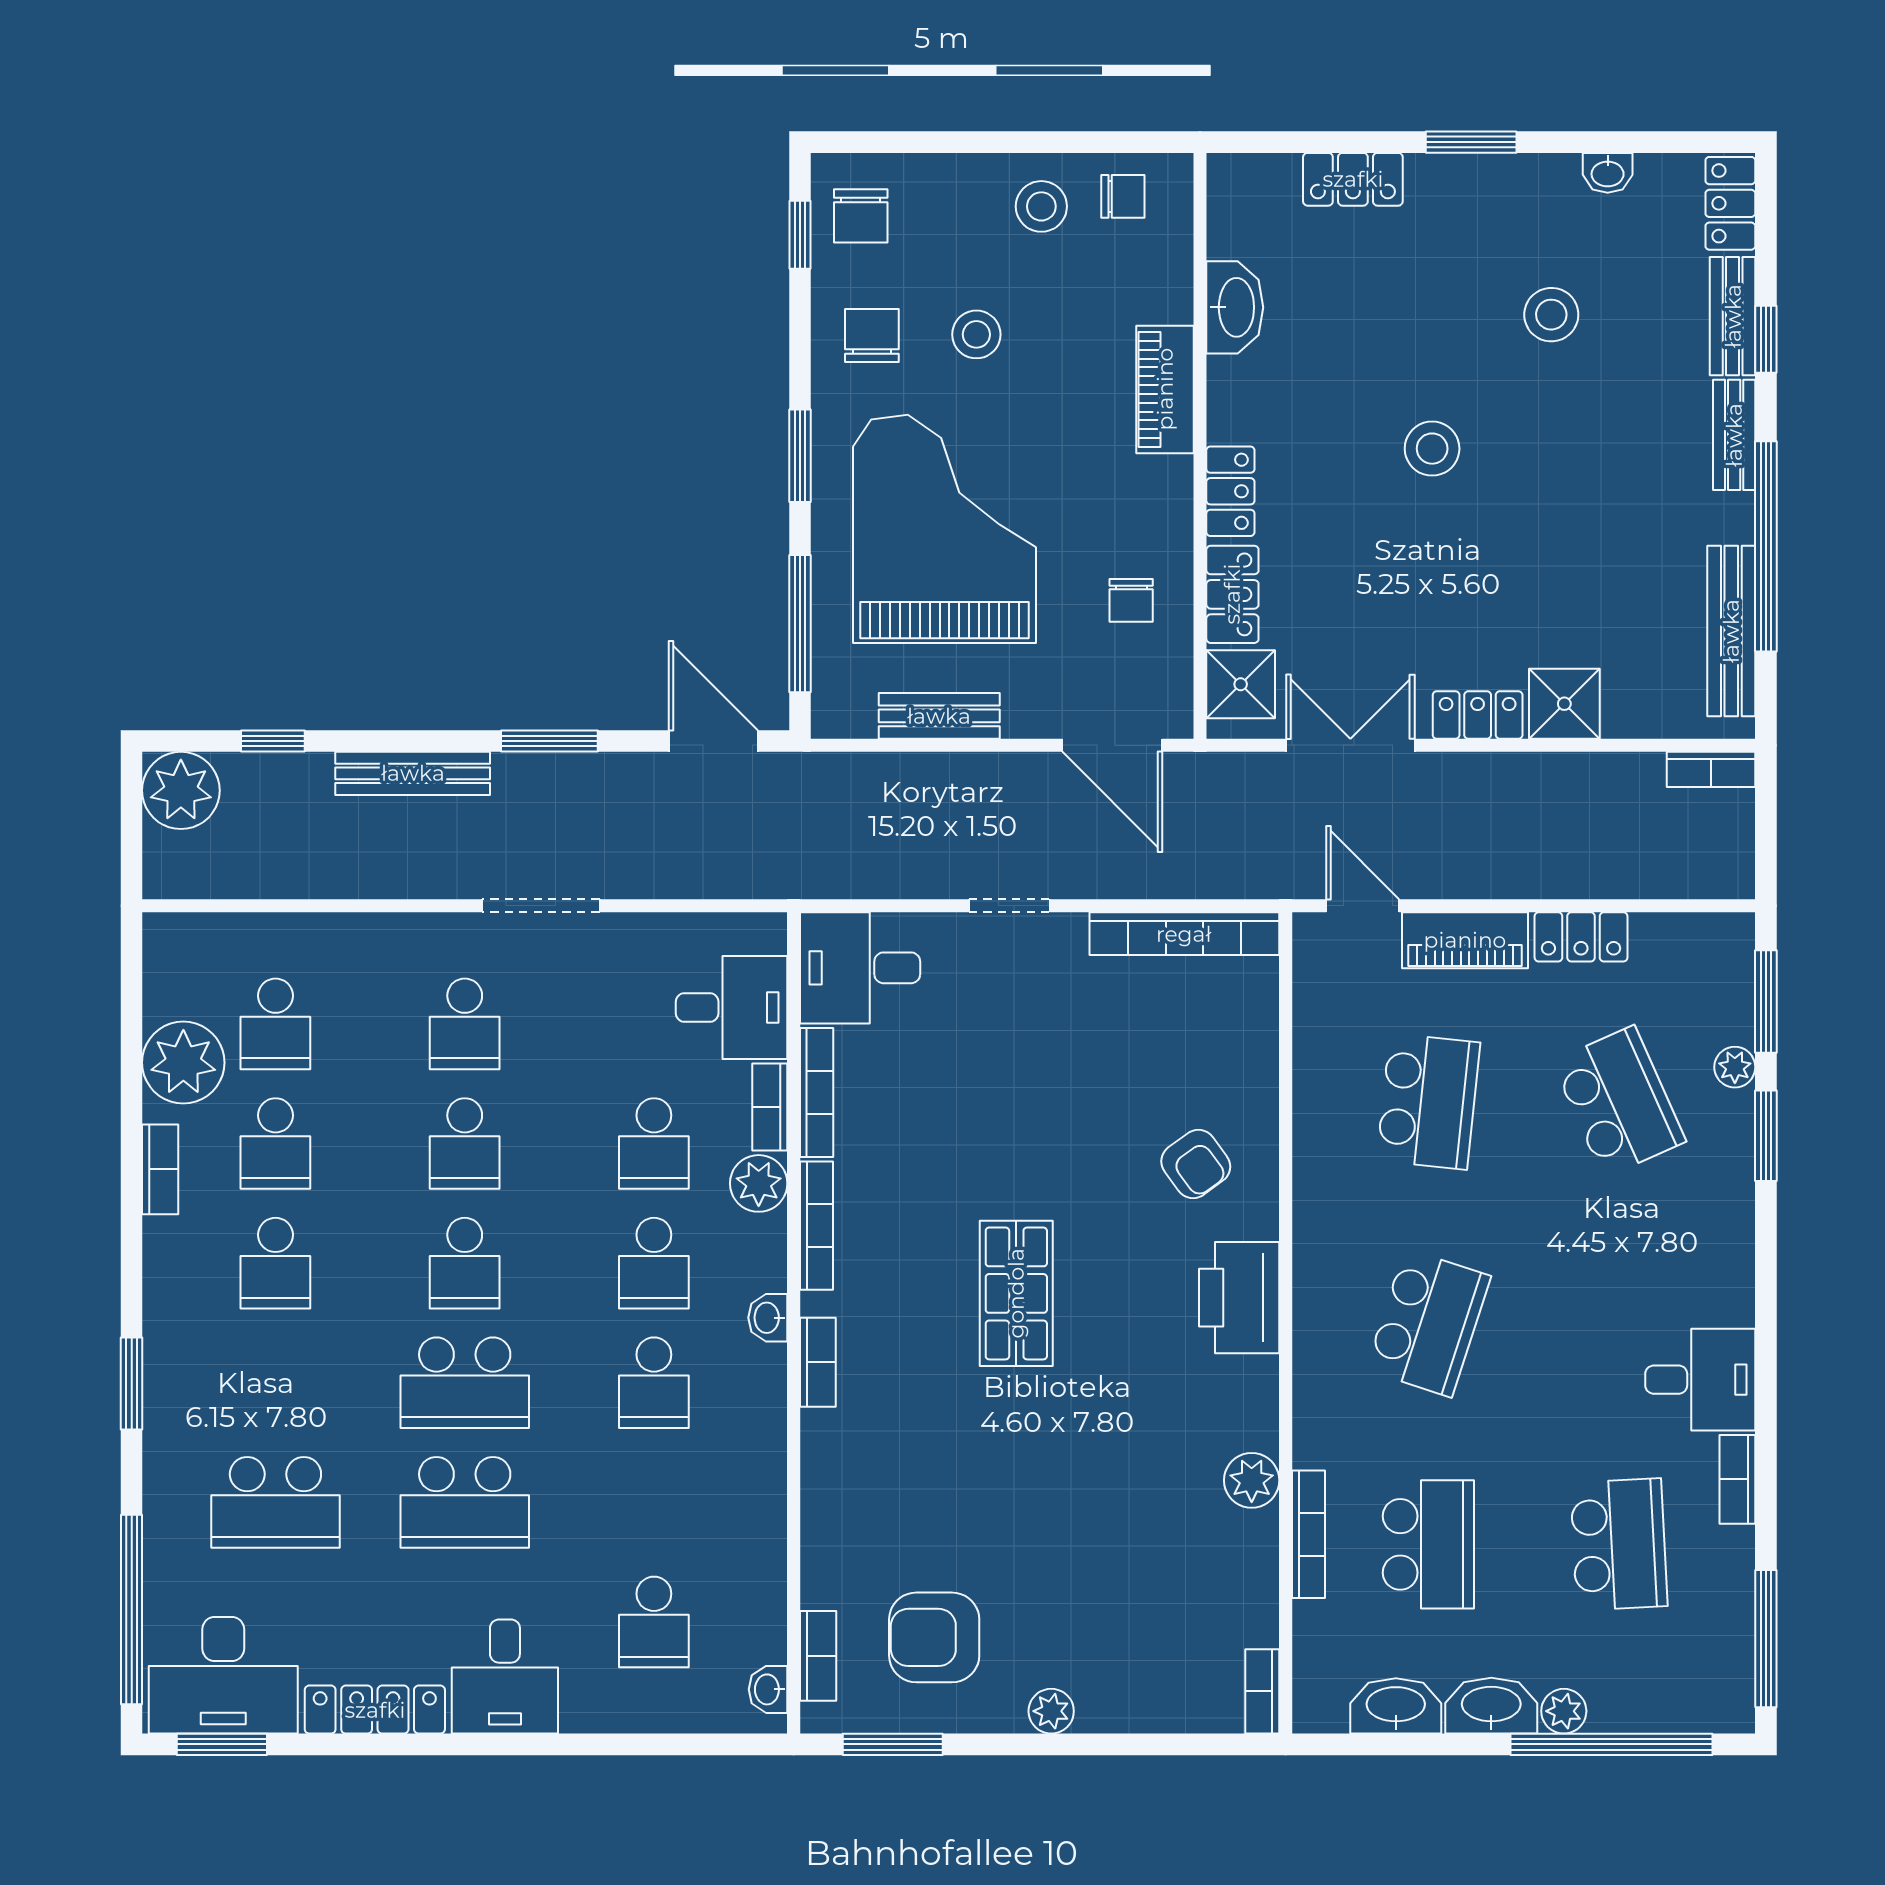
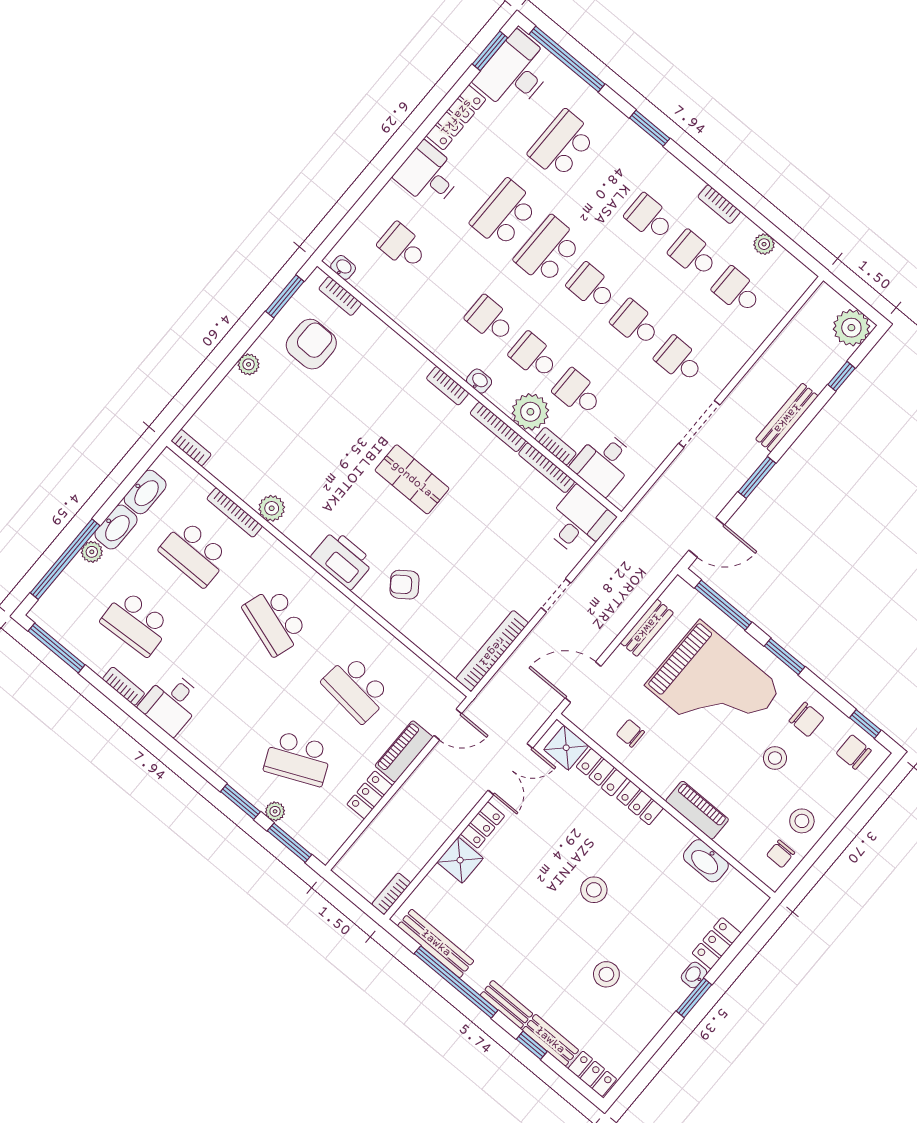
washbasin: (1608, 173) -> (694, 975), moved
plant: (183, 1063) -> (764, 244), width x0.53, depth x0.53
plant: (759, 1183) -> (530, 412), width x1.36, depth x1.36

